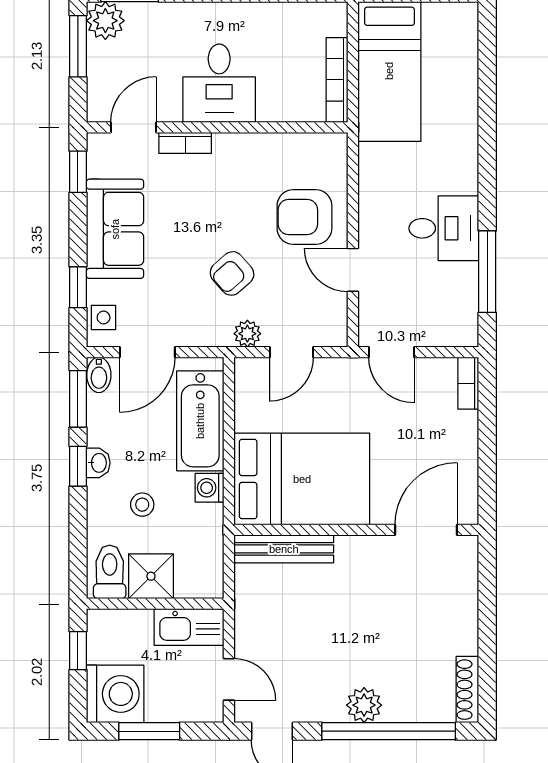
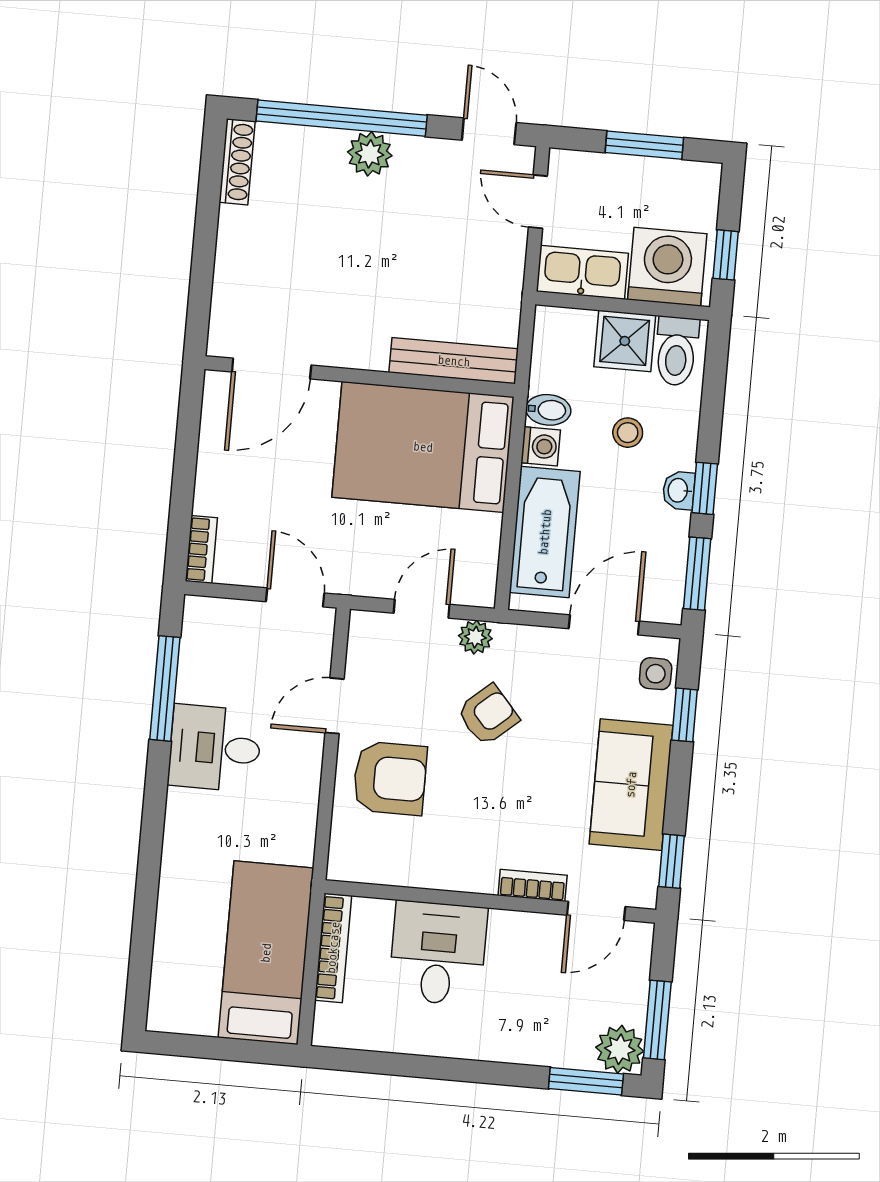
desk: (219, 83) -> (438, 953), moved
door: (353, 270) -> (335, 706), swing flipped
bidet: (99, 375) -> (548, 410), moved, turned 90
washing machine: (115, 694) -> (667, 267), moved, turned 90

